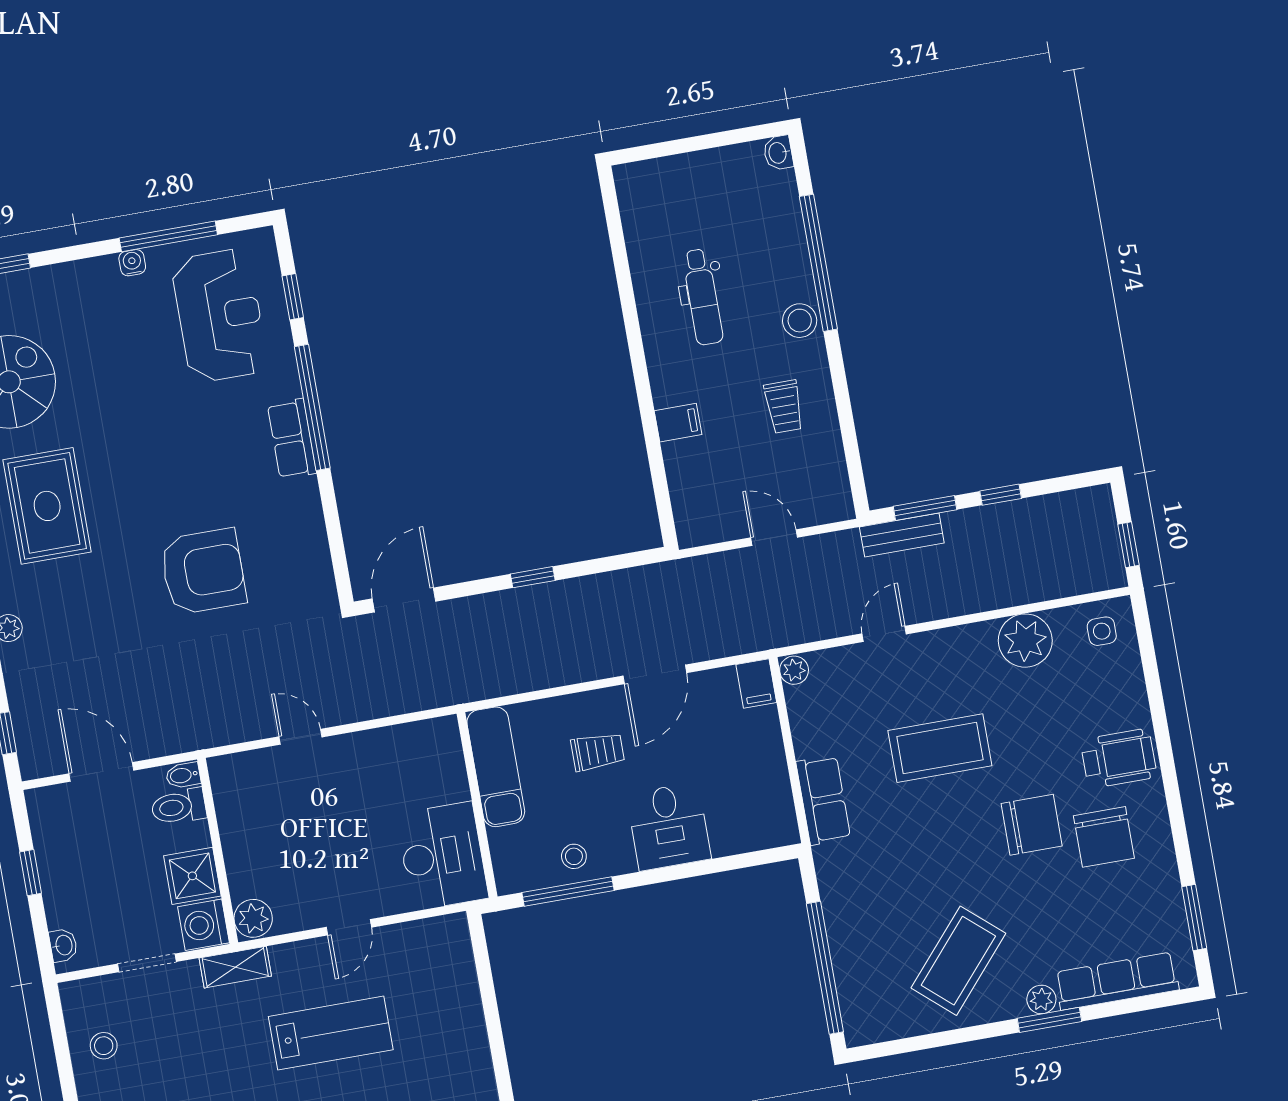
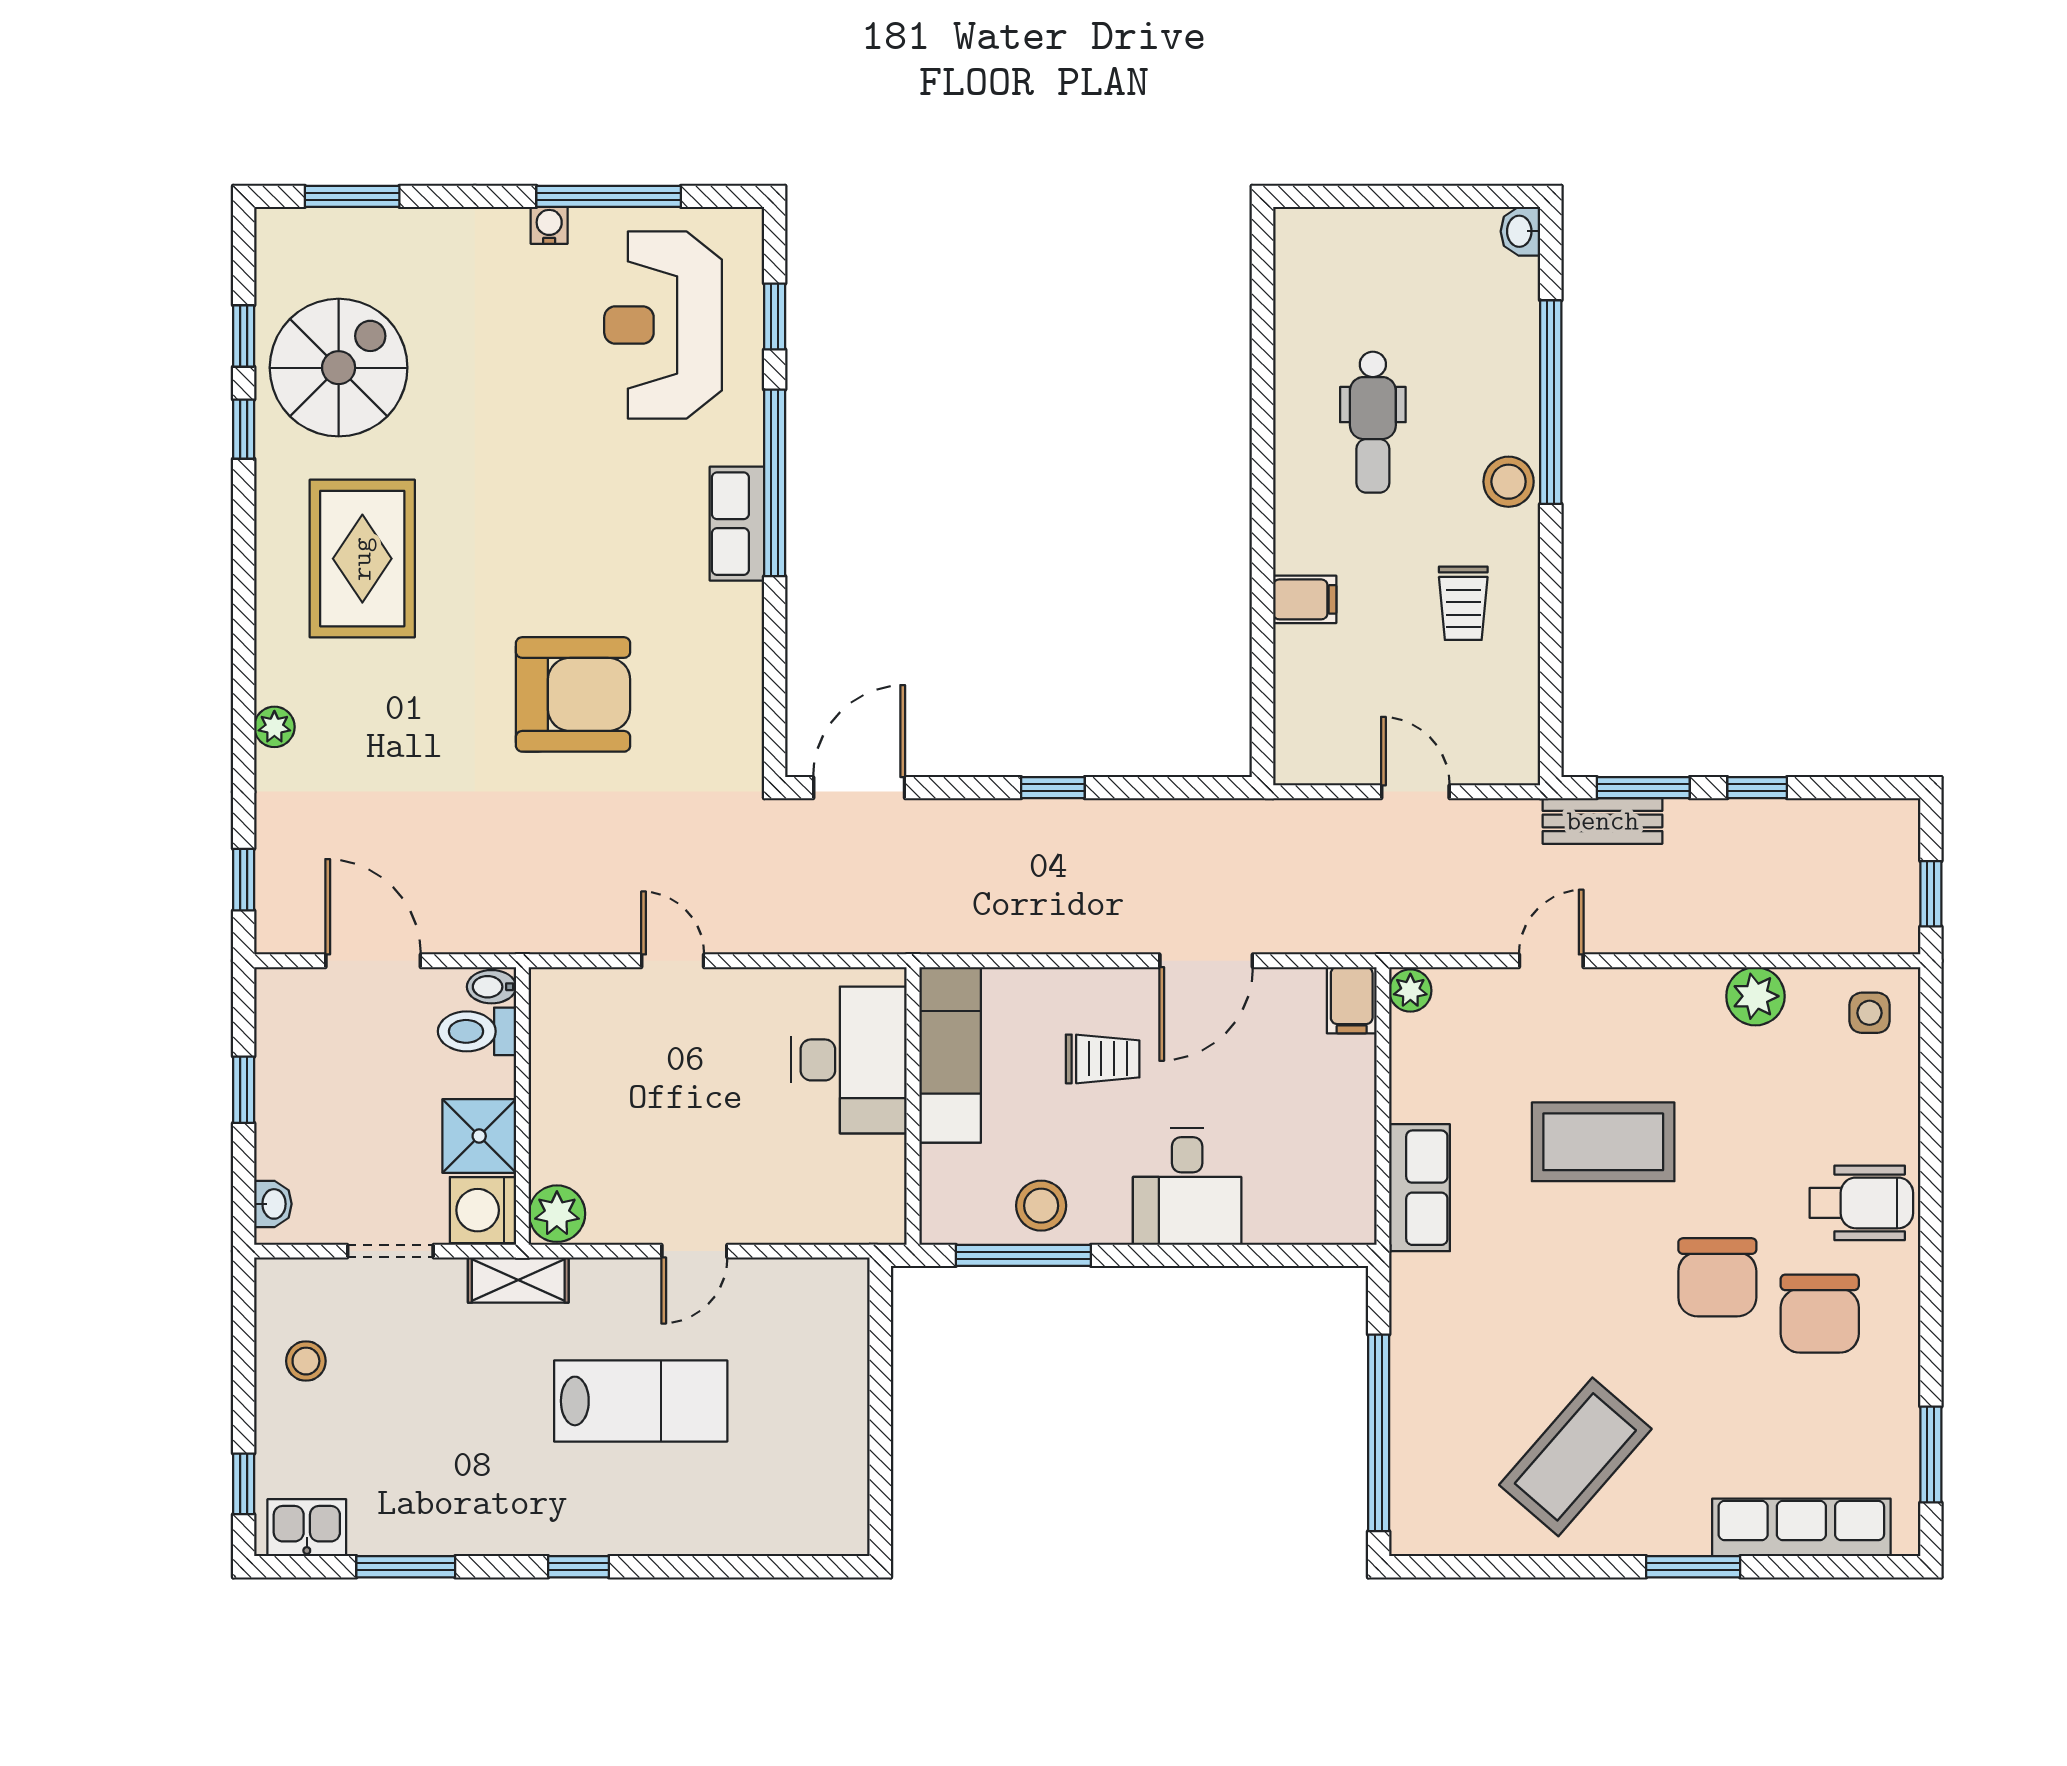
reception desk: (220, 316) -> (663, 325), turned 180
plant: (1025, 641) -> (1755, 996), width x0.73, depth x0.73
chair: (1032, 825) -> (1717, 1277), turned 90
desk: (442, 856) -> (849, 1060), moved
stool: (574, 856) -> (1041, 1206), width x1.37, depth x1.37
plant: (1041, 999) -> (1687, 1535), removed

